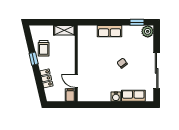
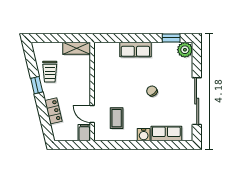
coffee table: (95, 84) -> (117, 118), added

